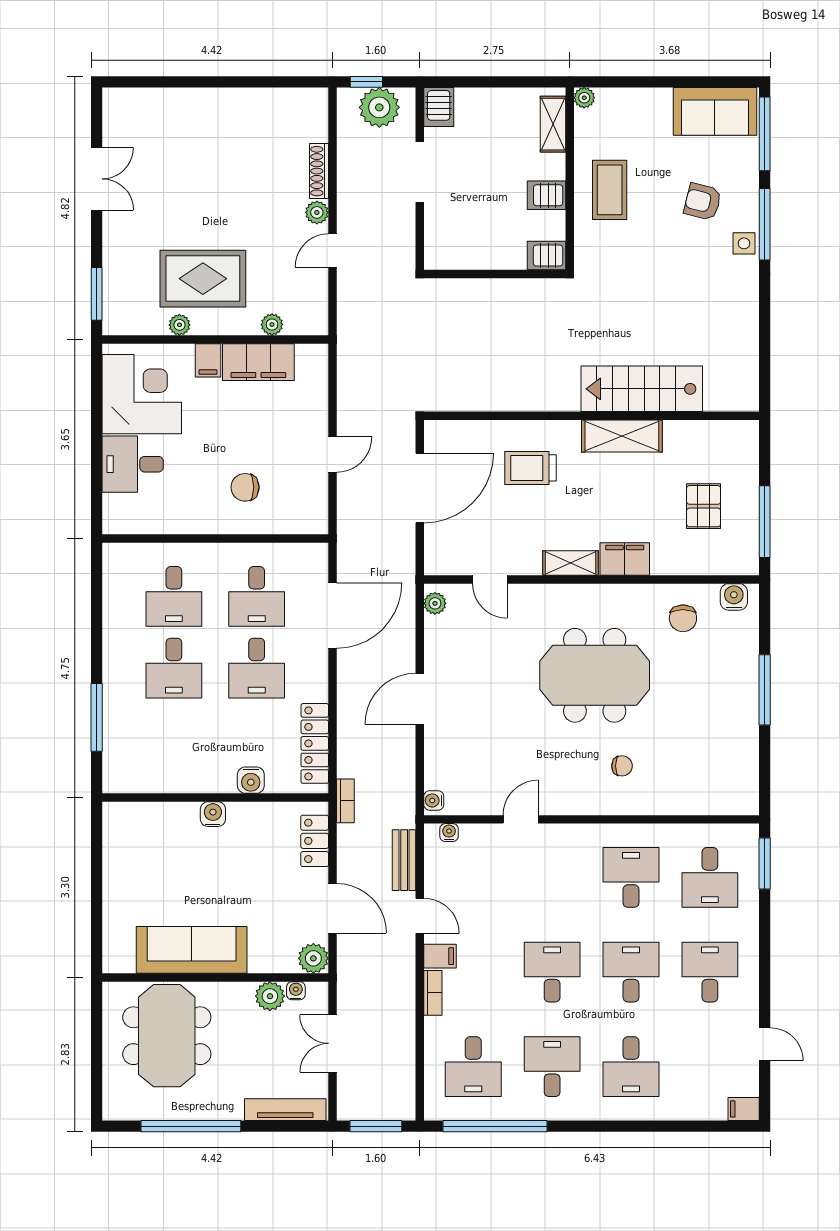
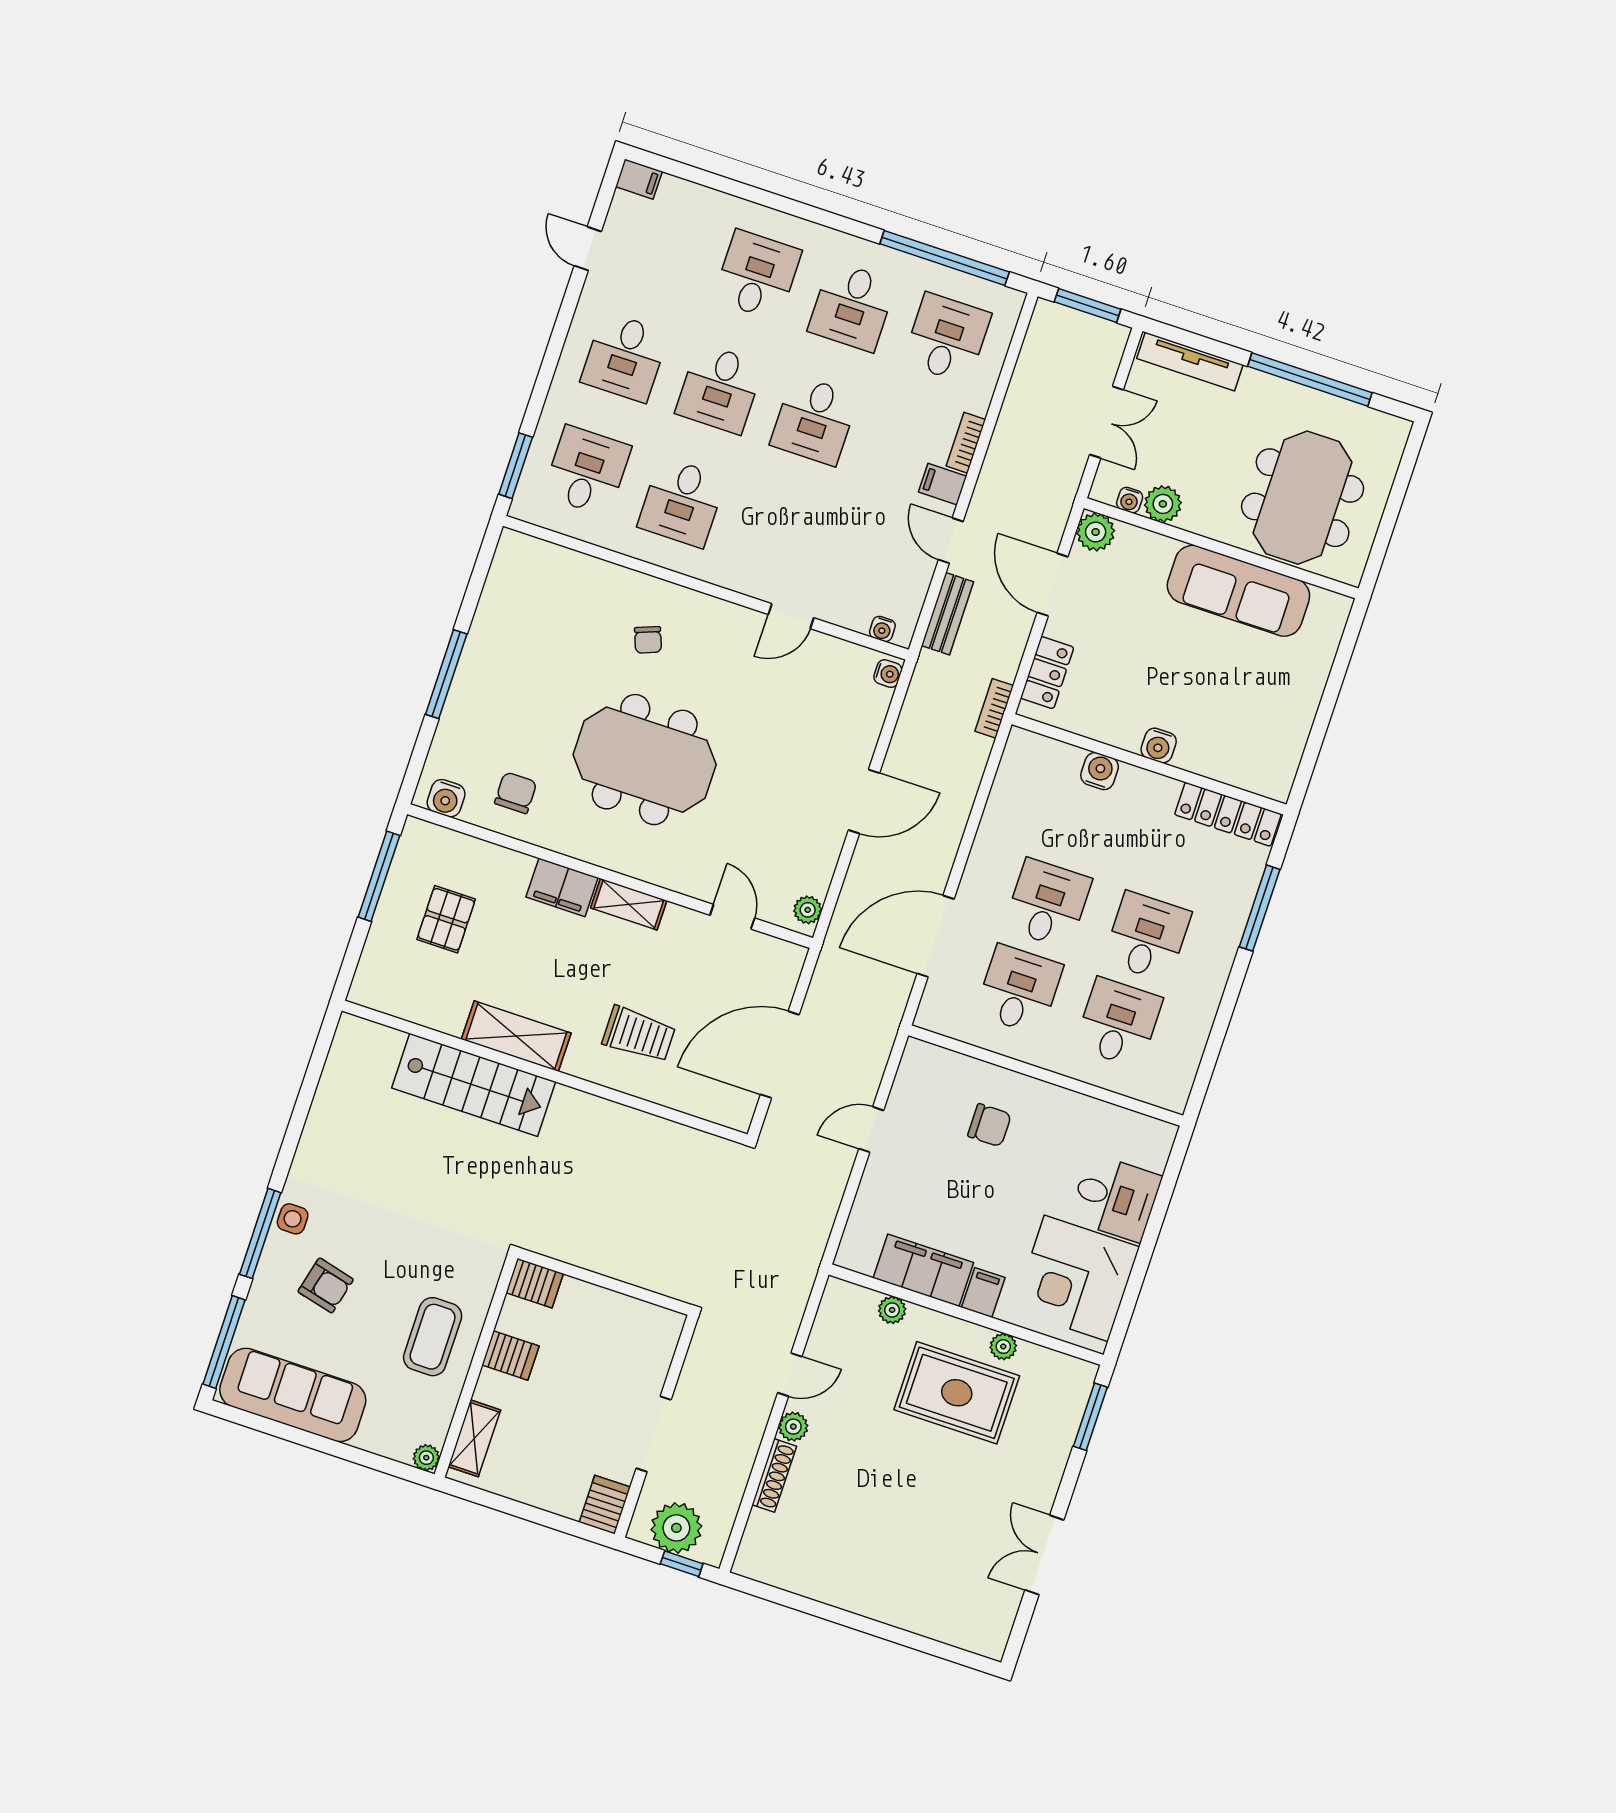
sofa: (715, 111) -> (293, 1395), width x1.36
locker: (315, 743) -> (1228, 814), moved, turned 90
chair: (622, 766) -> (648, 640), turned -111

